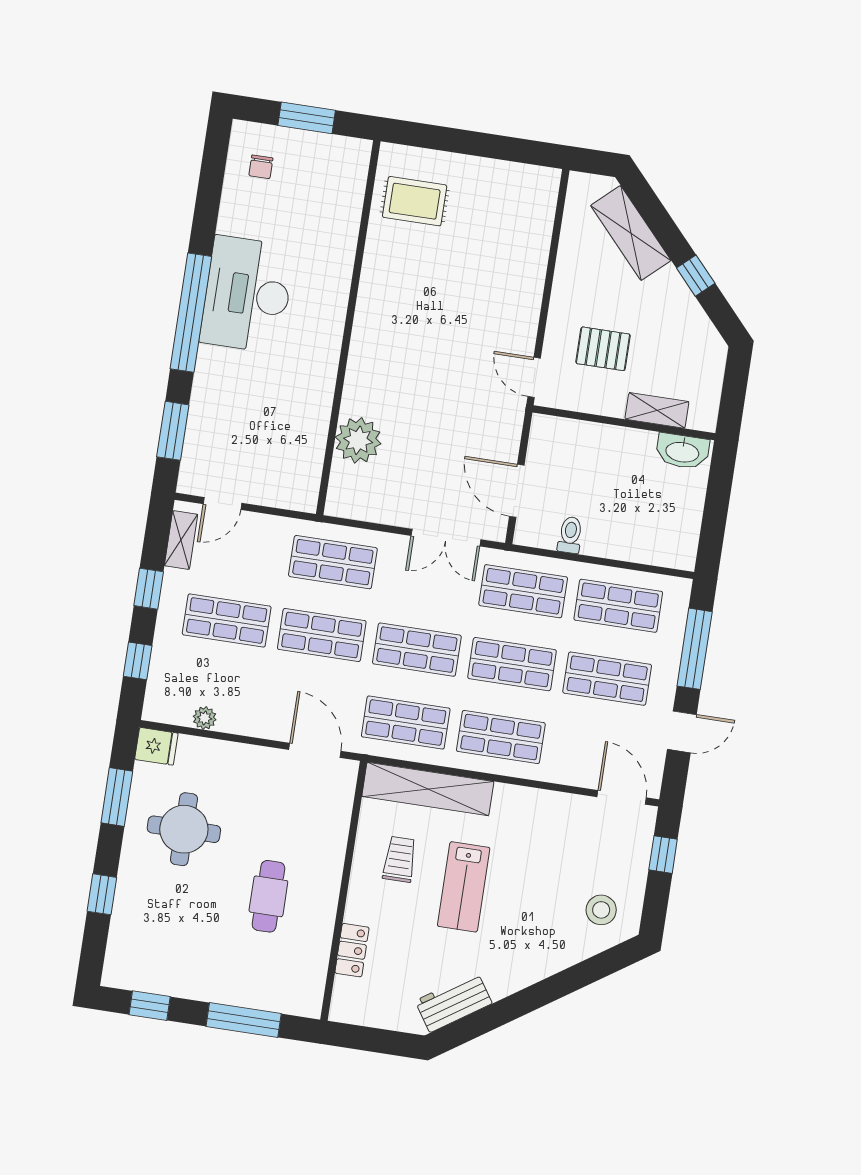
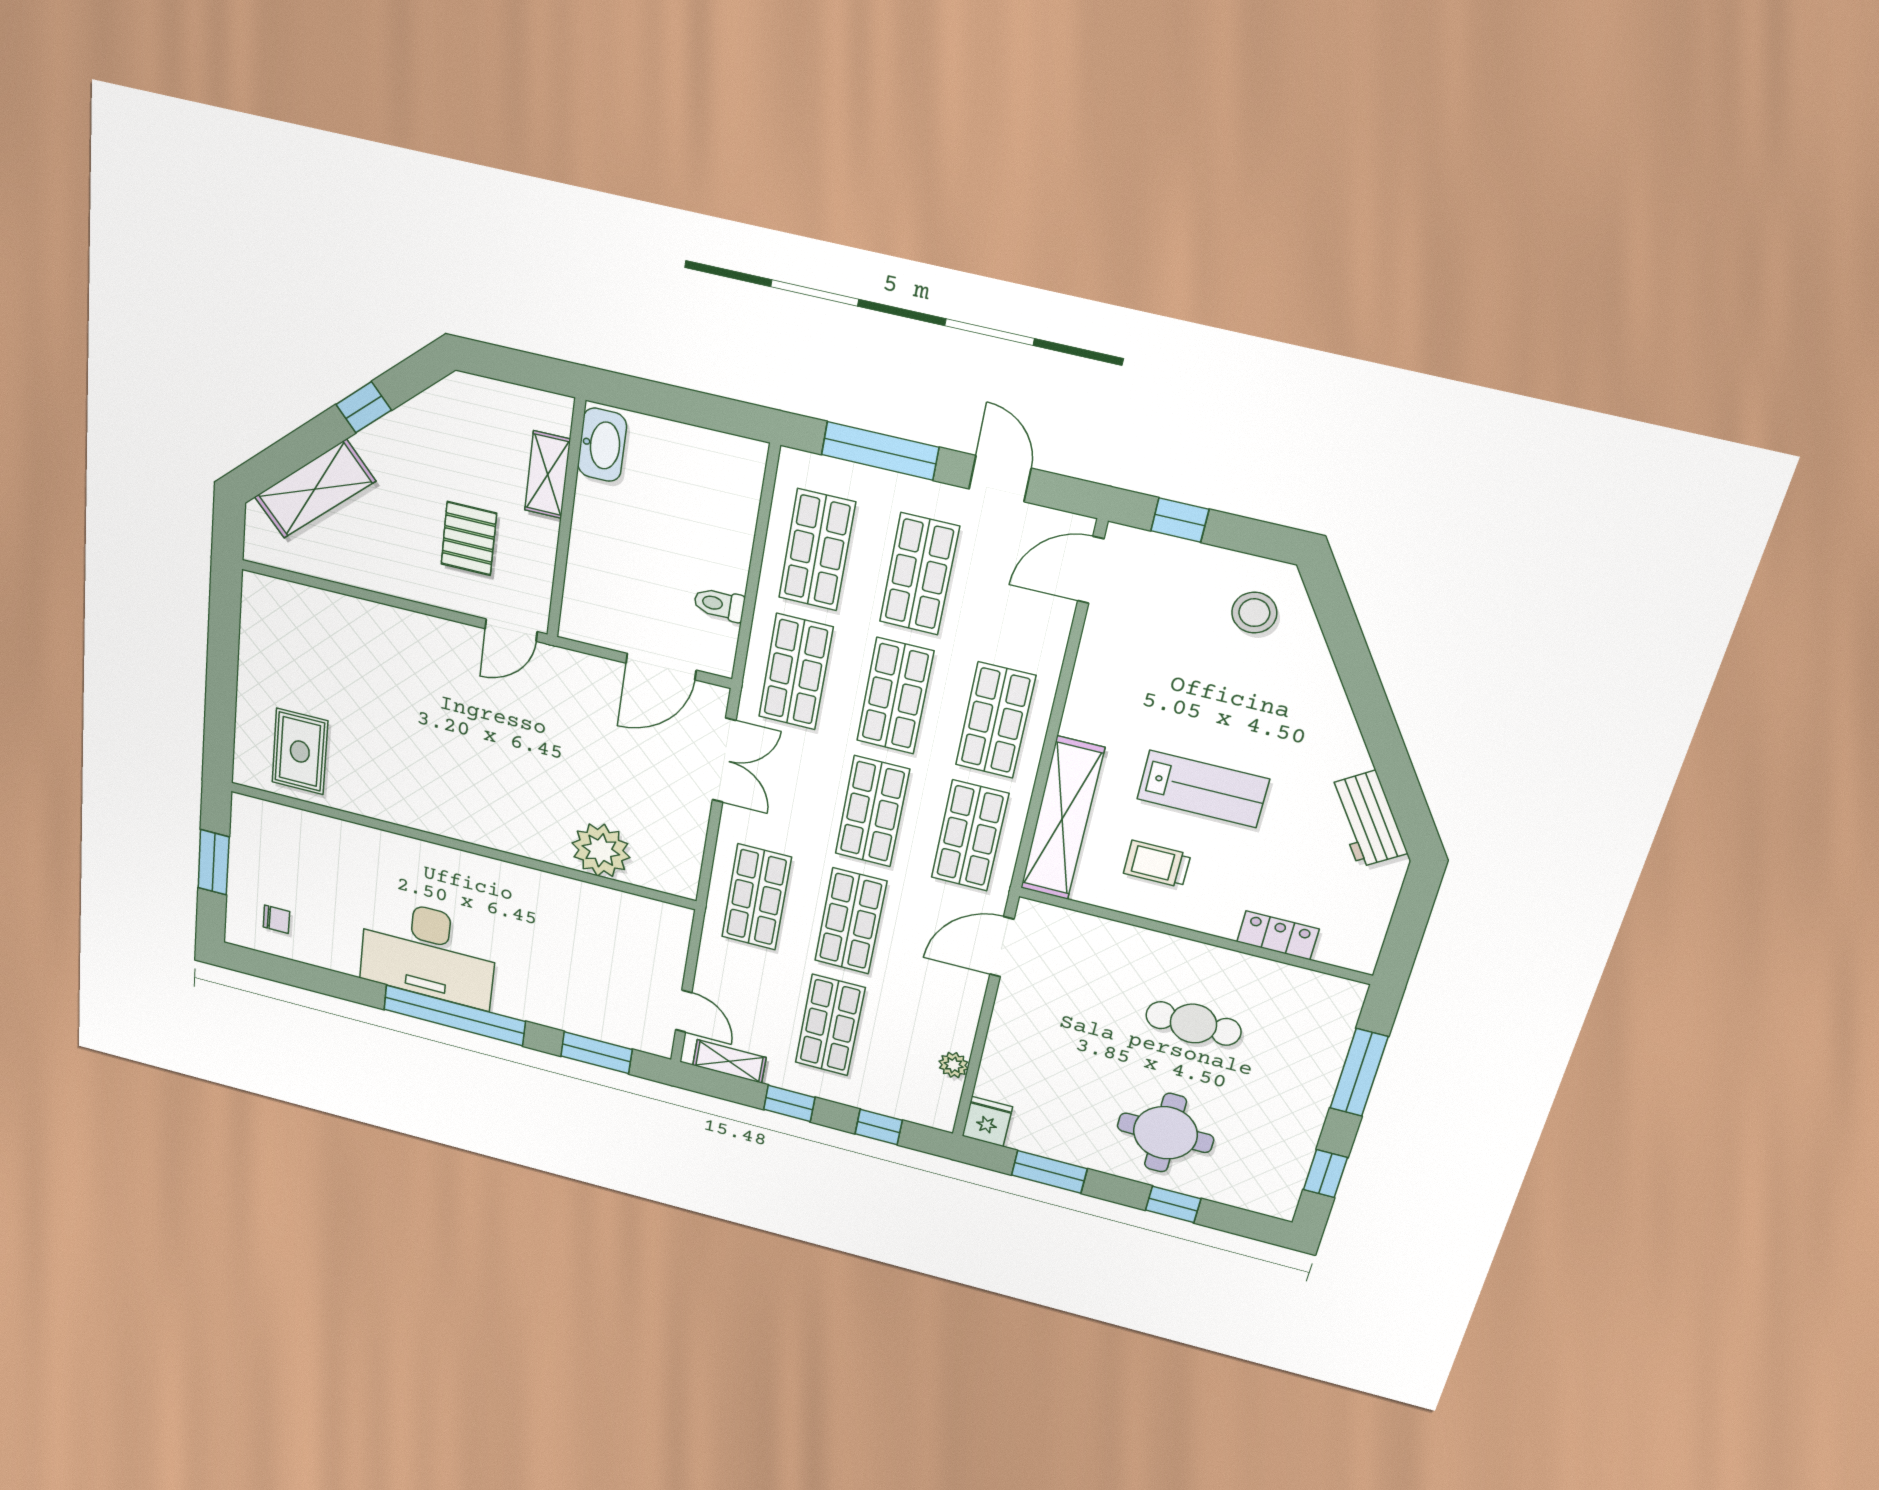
round table: (184, 829) -> (1165, 1133), moved

